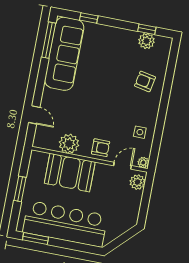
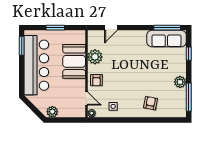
window: (147, 29) -> (189, 97), width x2.17
plant: (147, 41) -> (180, 82), moved
sofa: (64, 54) -> (166, 39), width x0.74, depth x0.79
plant: (137, 182) -> (52, 112), moved

